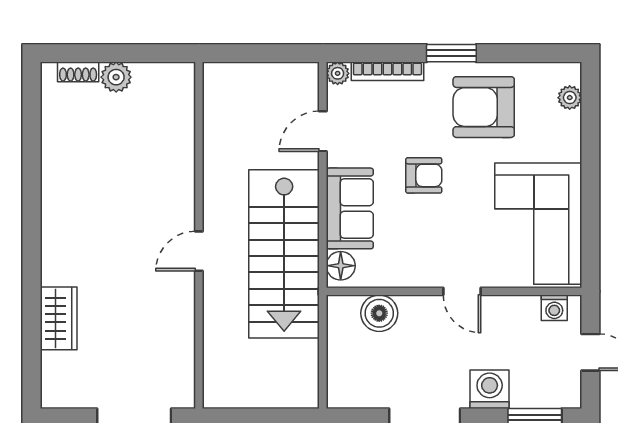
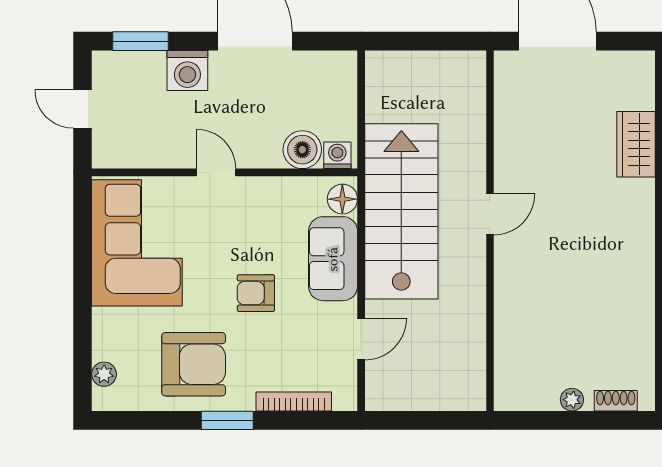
plant: (338, 73) -> (346, 399), removed
plant: (116, 77) -> (572, 400), width x0.73, depth x0.73
washing machine: (554, 308) -> (337, 155), moved

